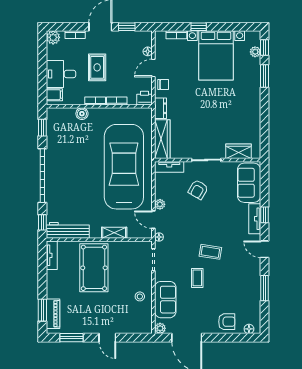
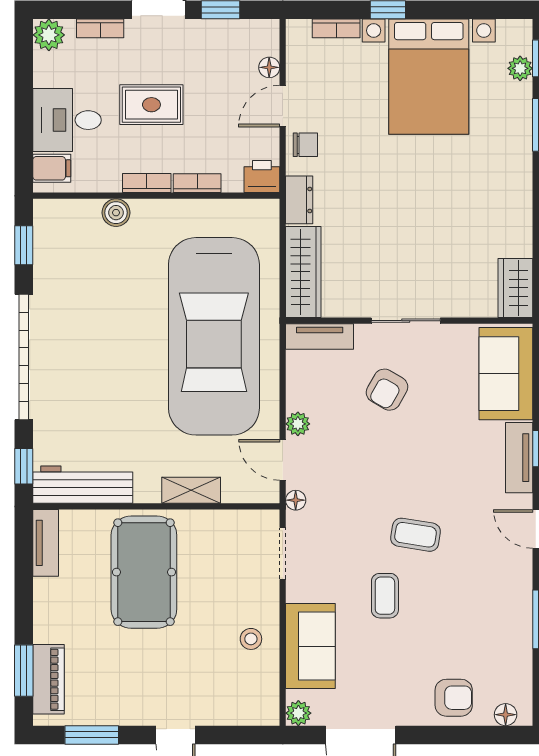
rug: (97, 67) -> (151, 105), turned 90
wardrobe: (239, 151) -> (515, 288), moved, turned -90
car: (124, 167) -> (214, 336), turned 180

